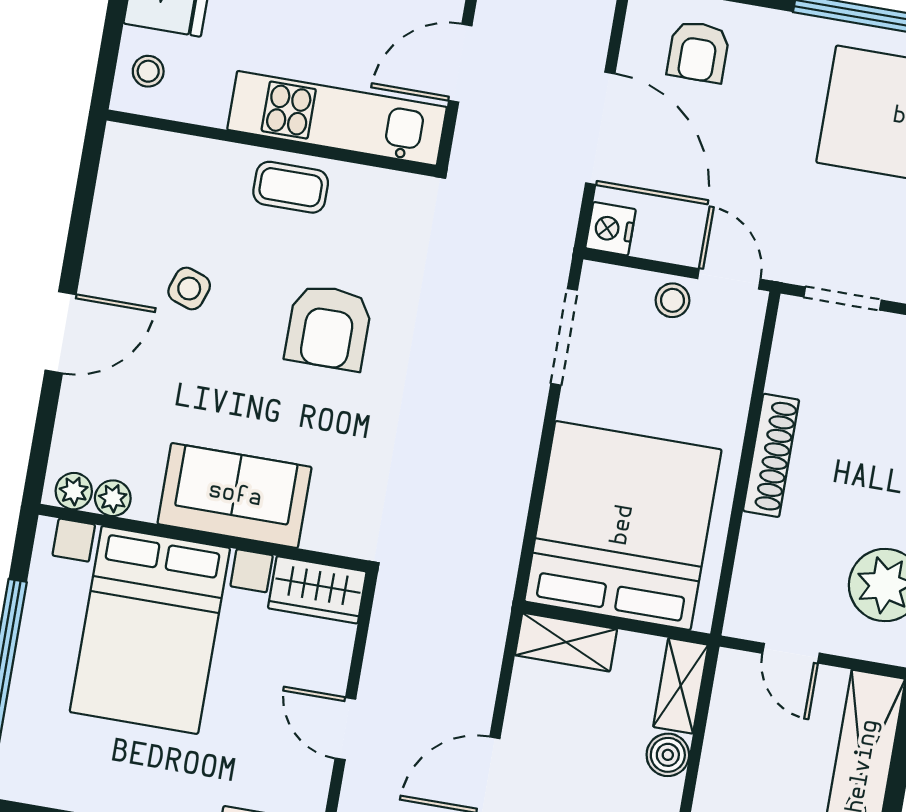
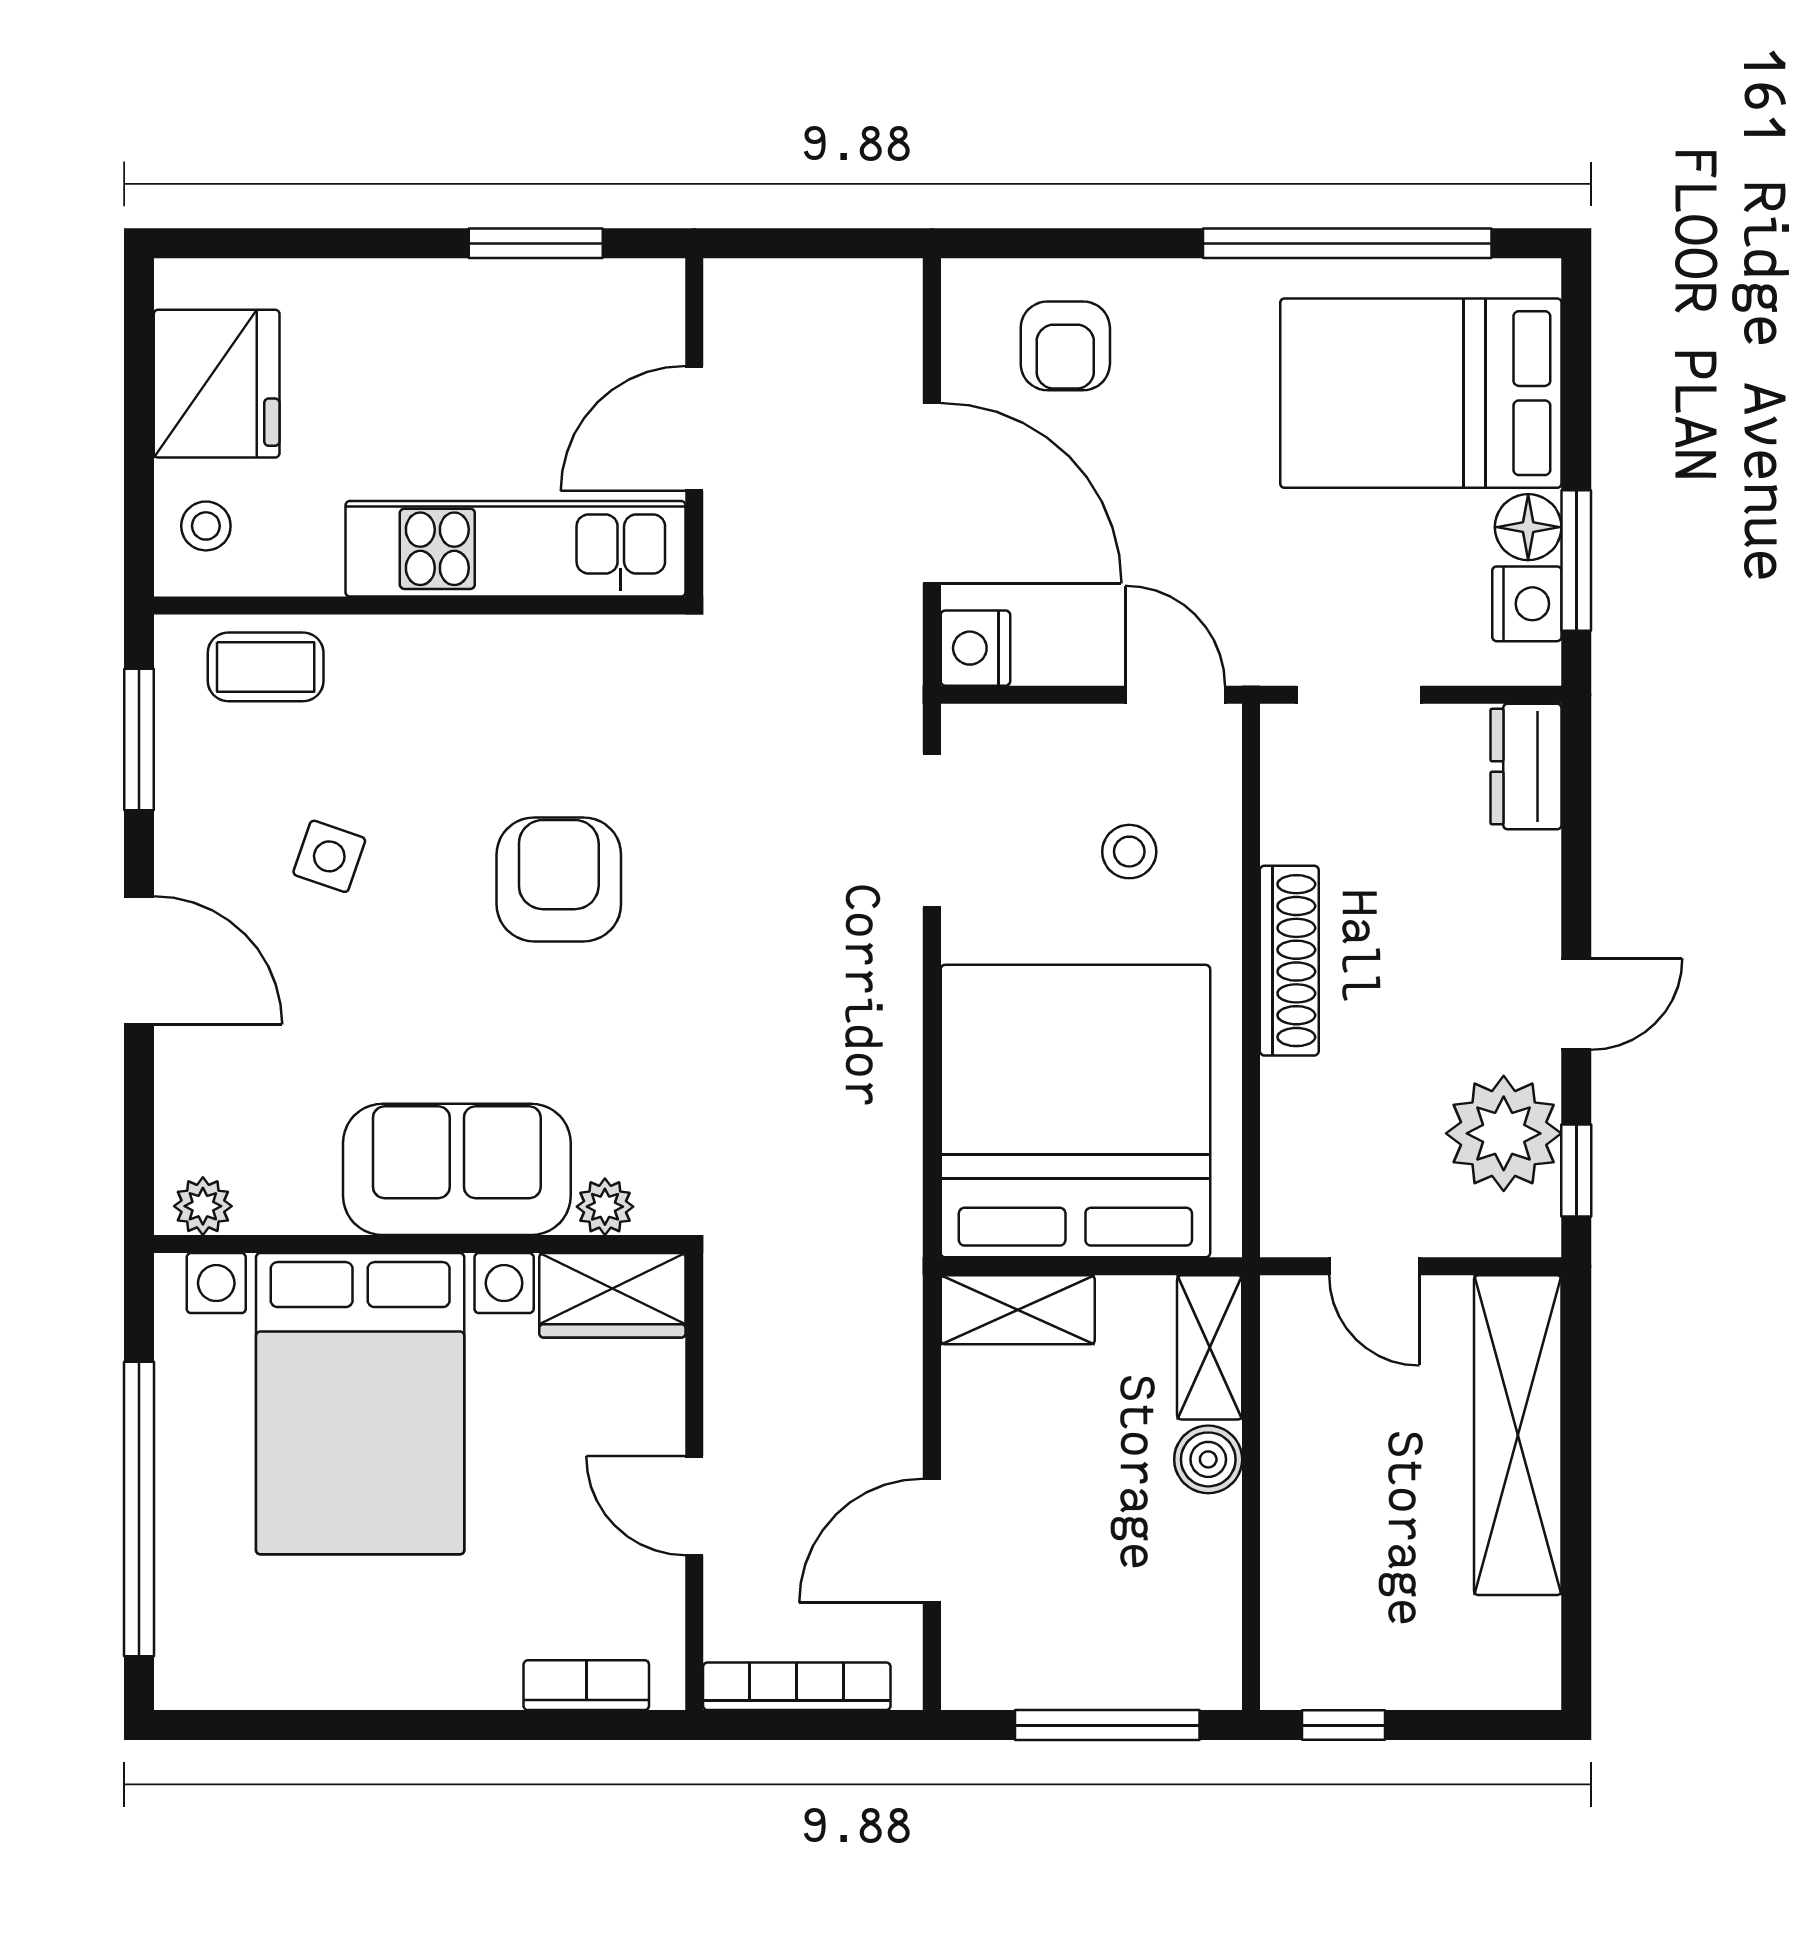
coffee table: (291, 187) -> (266, 667), moved
window: (84, 196) -> (139, 740), added
stool: (672, 300) -> (1129, 852), moved
armchair: (328, 327) -> (559, 879), turned 180
door: (61, 332) -> (139, 960), hinge flipped
plant: (113, 498) -> (605, 1207), moved

